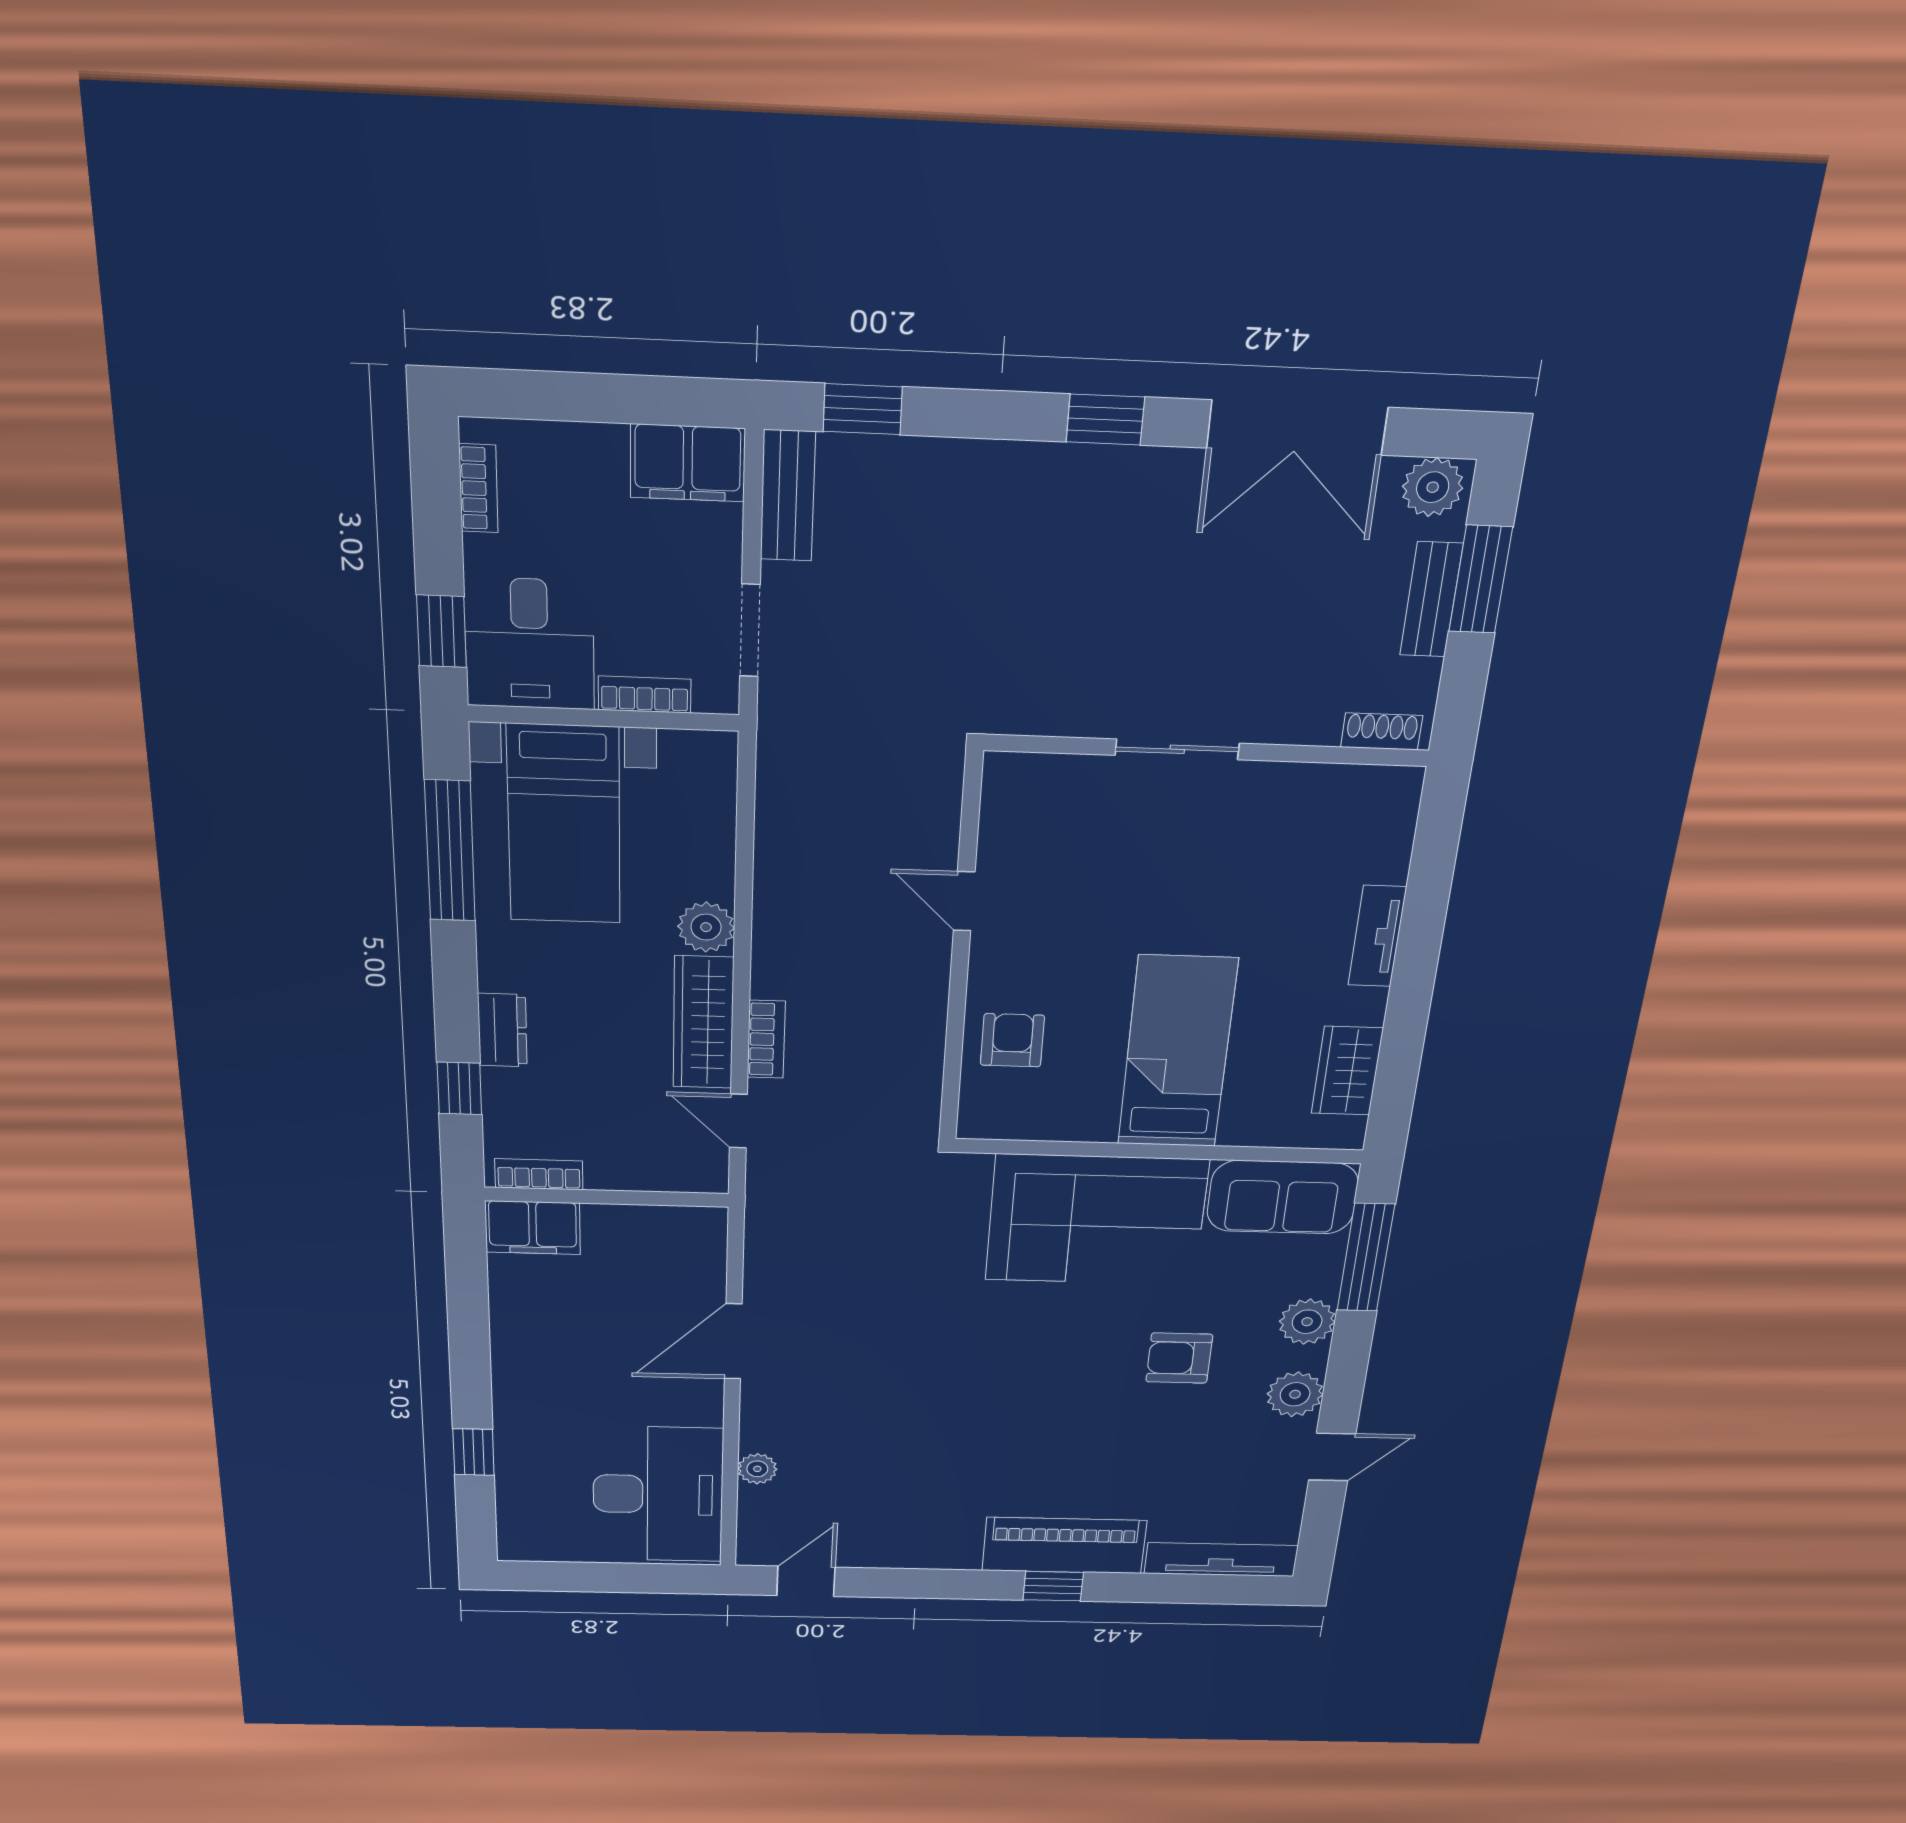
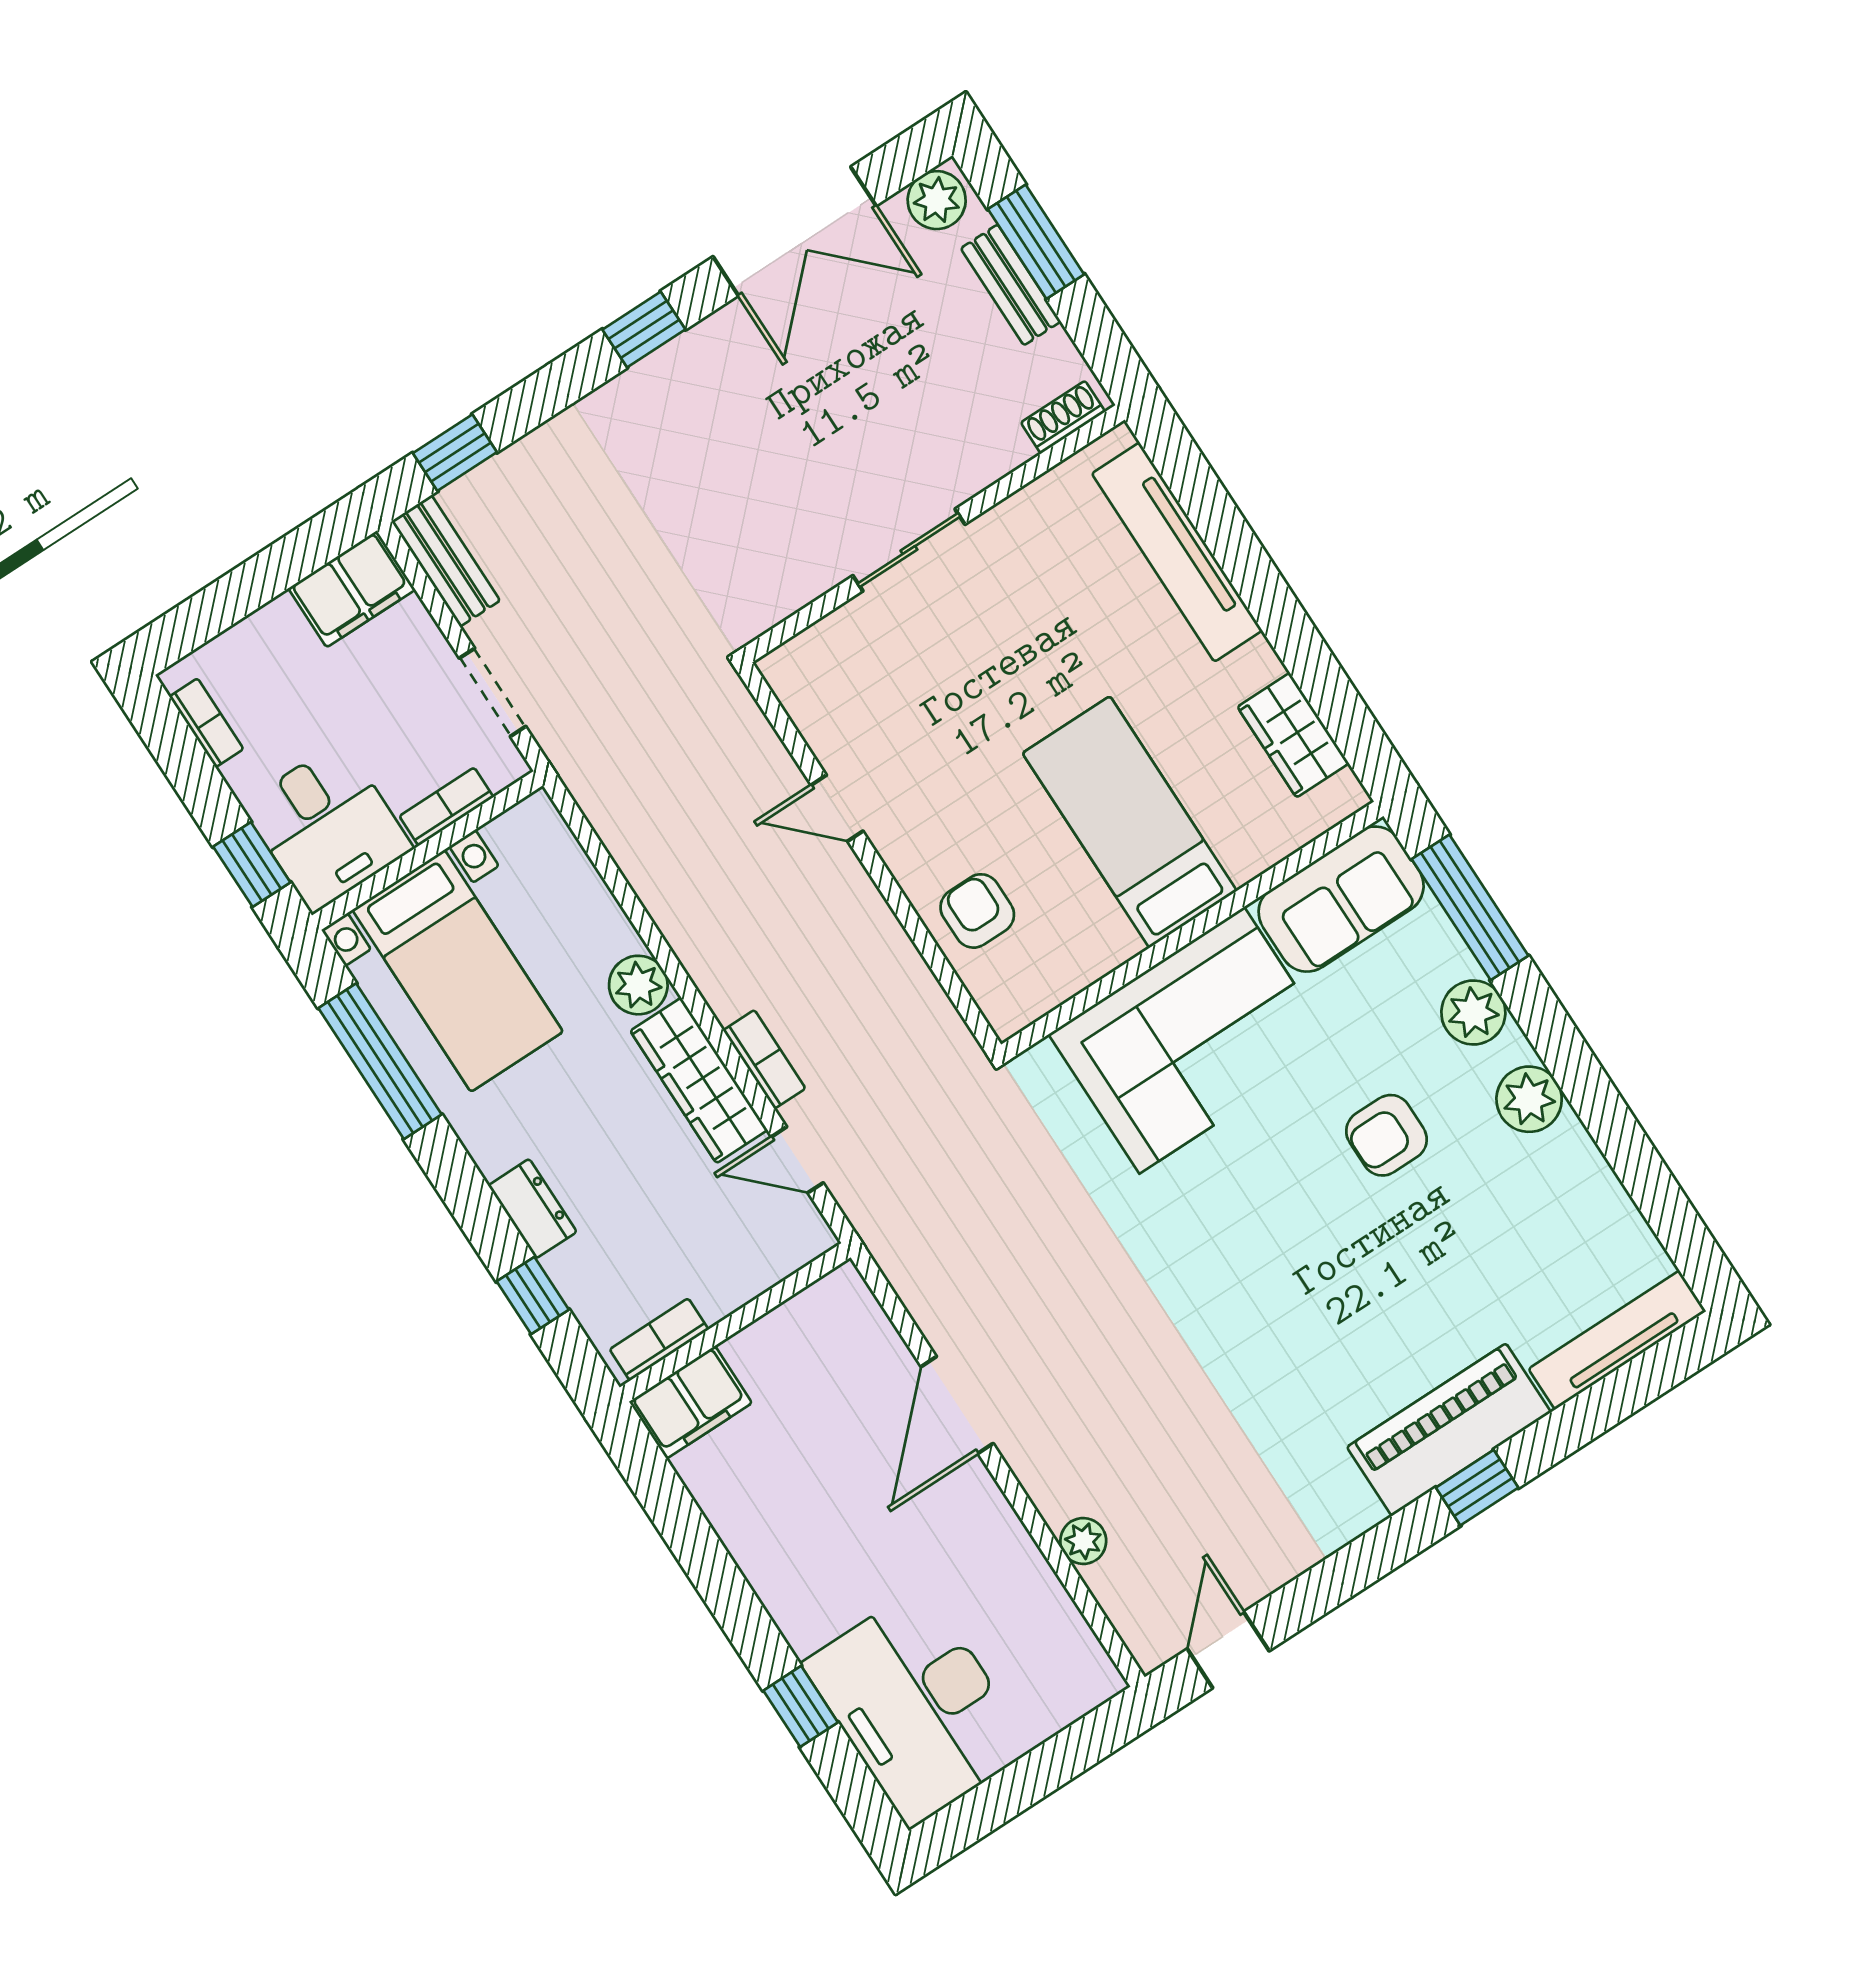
tv unit: (1377, 936) -> (1177, 552), width x1.92, depth x1.29
door: (1332, 1457) -> (1625, 1145), removed
desk: (658, 1494) -> (917, 1706), moved, turned 180

